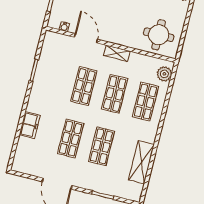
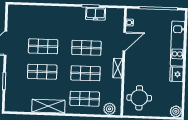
freezer: (30, 125) -> (96, 14), moved
shelving: (141, 162) -> (48, 106), moved

